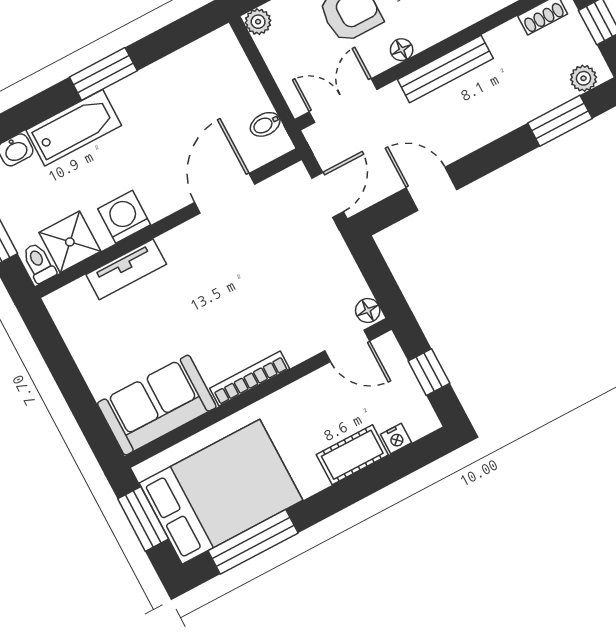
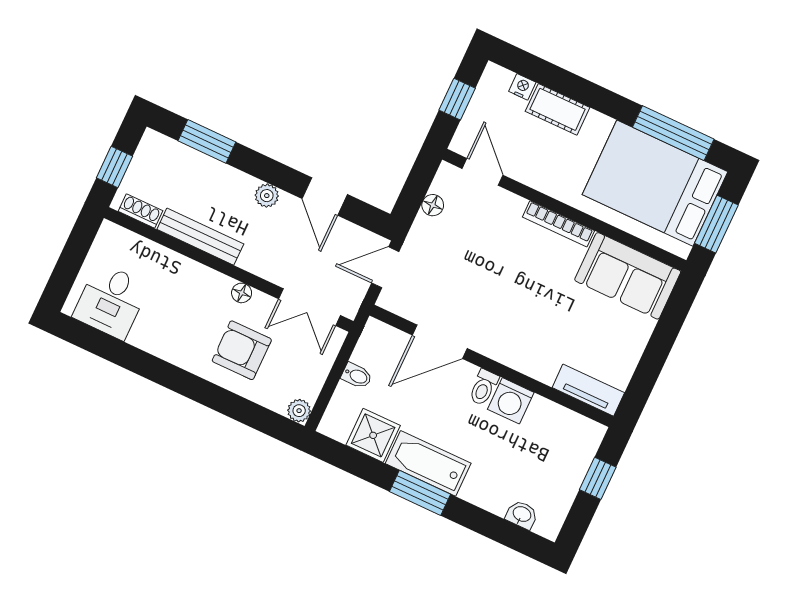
bench: (445, 69) -> (200, 237), moved
plant: (583, 78) -> (267, 196), moved
bidet: (265, 124) -> (357, 376), moved
bathtub: (74, 128) -> (428, 463), moved
shower: (70, 242) -> (373, 435), moved
toilet: (39, 263) -> (484, 387), moved
tv unit: (126, 269) -> (588, 390), moved
floor lamp: (368, 310) -> (433, 205), moved

